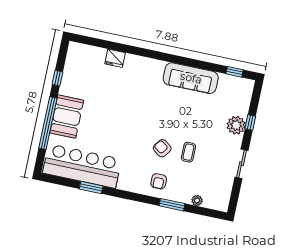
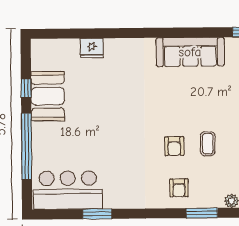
booth: (67, 117) -> (48, 96), moved
armchair: (162, 148) -> (174, 146), turned -127
bar counter: (82, 166) -> (68, 190), width x0.73

